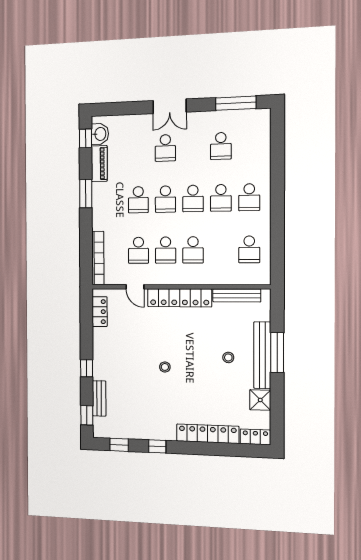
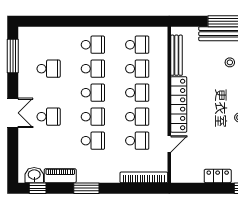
school desk: (221, 250) -> (137, 69), added
locker: (100, 312) -> (218, 176), moved

